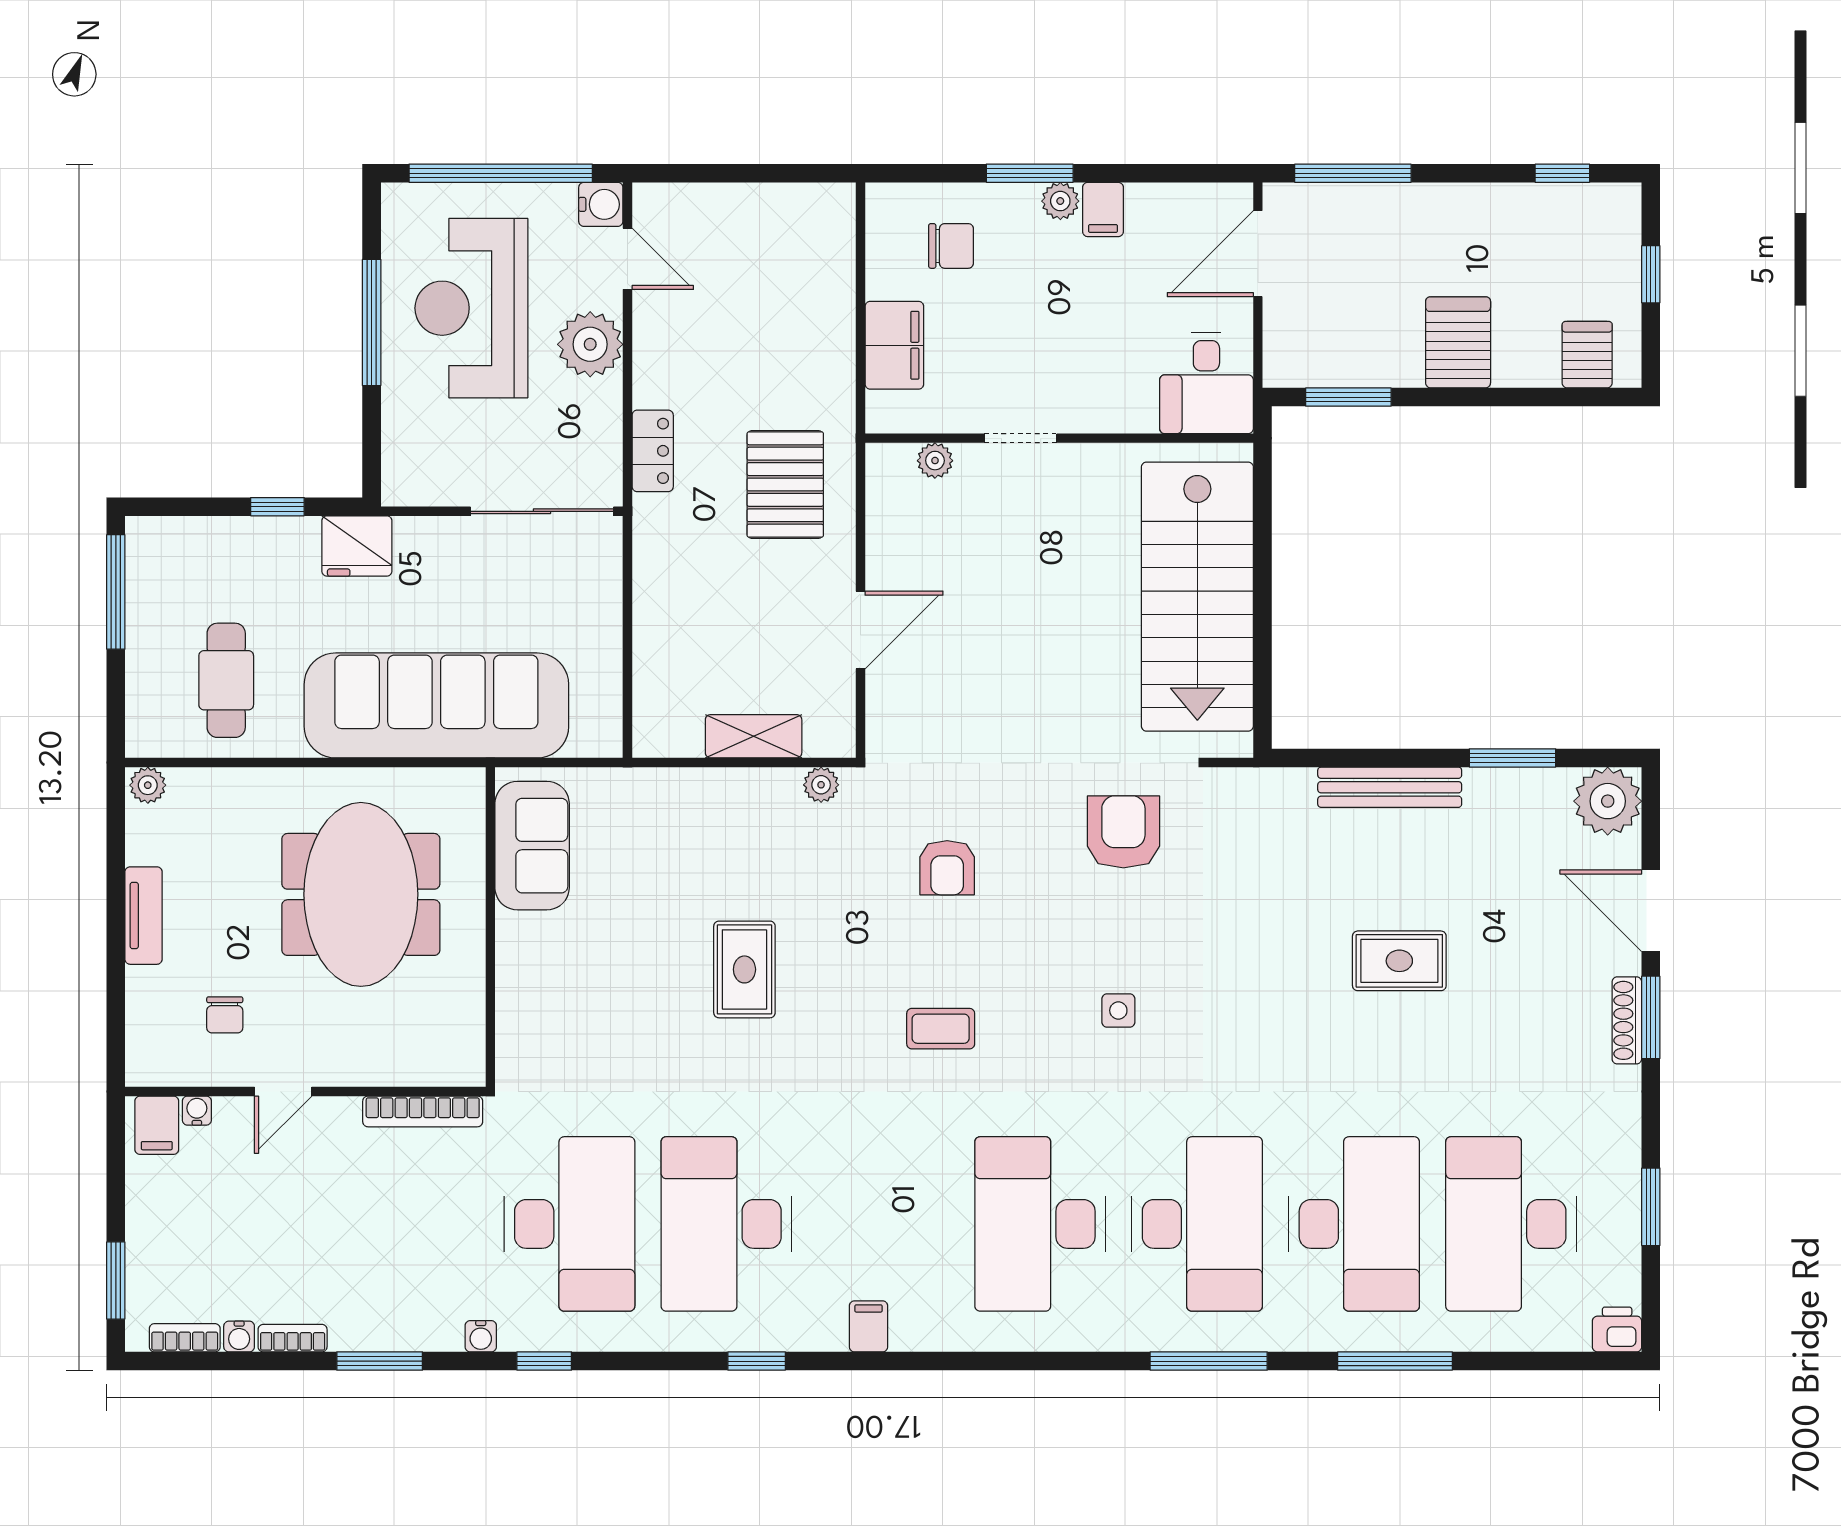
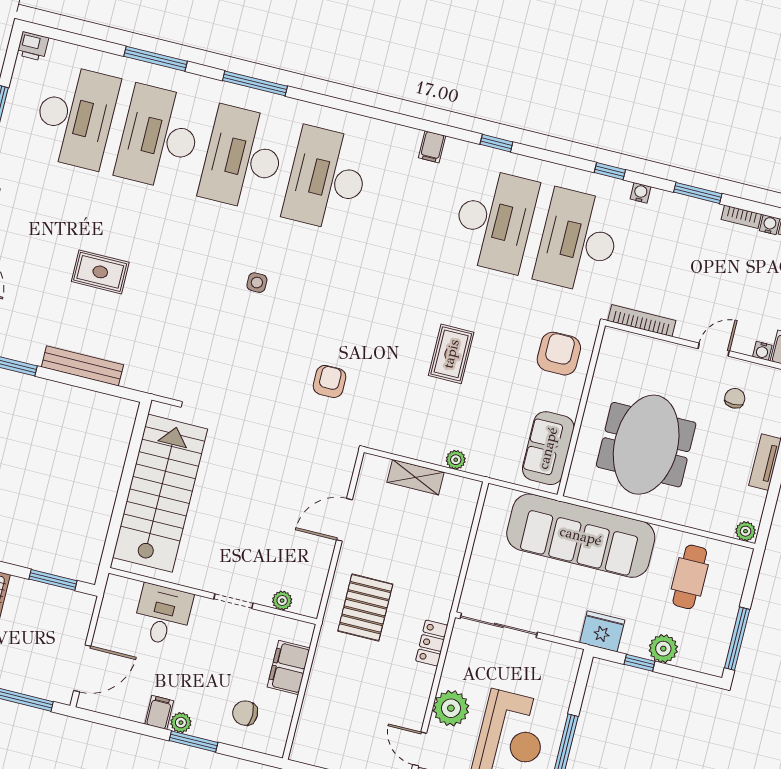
desk: (1206, 383) -> (163, 615), moved
plant: (242, 542) -> (663, 649), added
plant: (821, 785) -> (456, 460), moved
armchair: (1123, 832) -> (559, 354), moved, turned 180
coffee table: (941, 1029) -> (354, 296), removed
desk: (1040, 1224) -> (327, 179), turned 180

